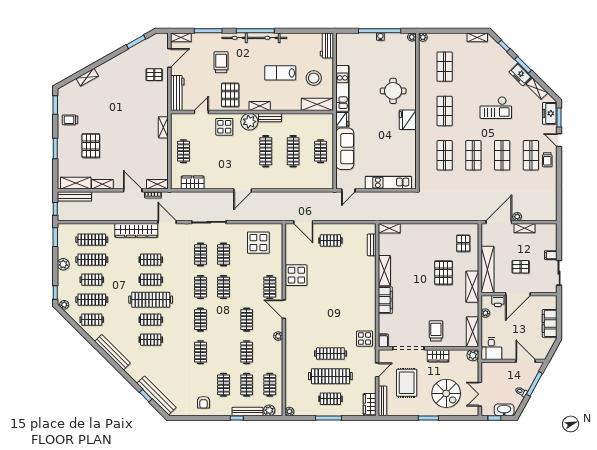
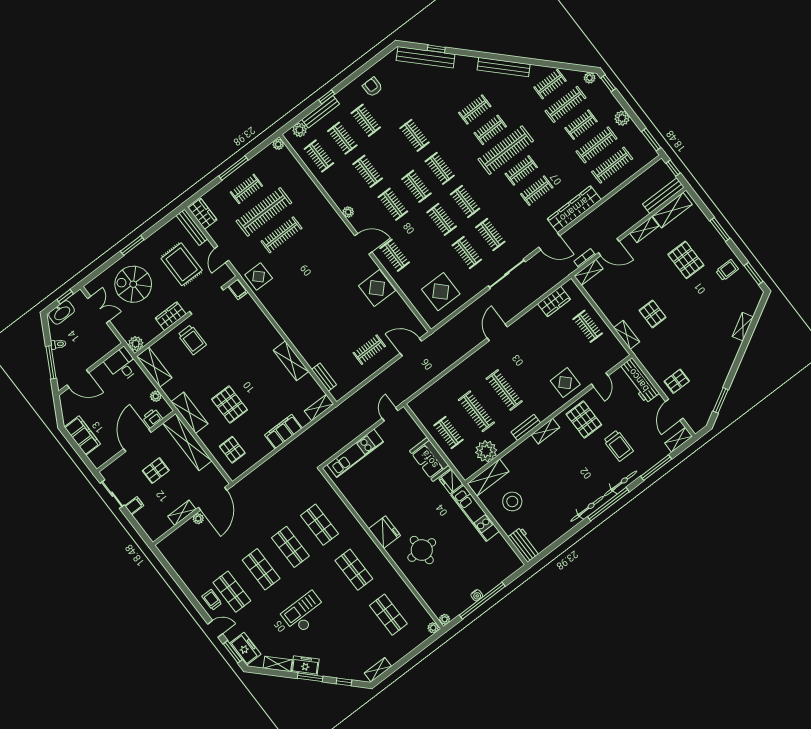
lab bench: (280, 73) -> (550, 481), removed
plant: (249, 122) -> (486, 451), moved
pallet: (137, 128) -> (653, 314), added
sofa: (345, 149) -> (430, 459), width x0.73
filing cabinet: (385, 300) -> (283, 431), moved, turned 90
clothes rail: (224, 320) -> (416, 186), added

